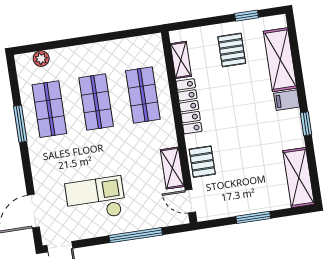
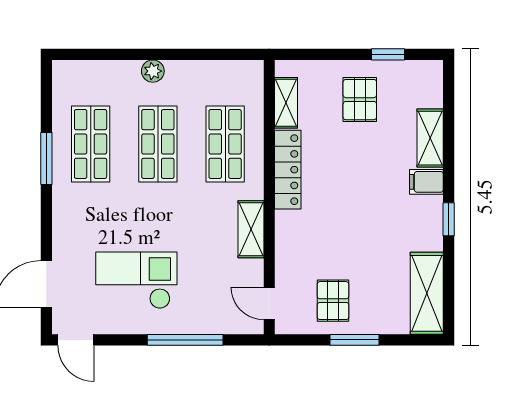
plant: (41, 59) -> (153, 71), moved
shelving: (280, 60) -> (430, 138), width x0.67, depth x0.75
pallet: (202, 162) -> (333, 301), moved
shelving: (172, 168) -> (251, 229), moved

